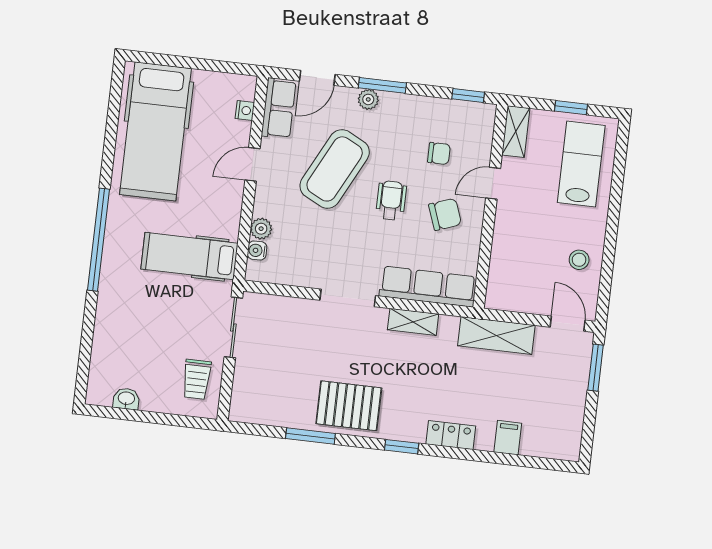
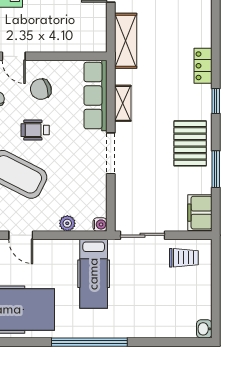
chair: (445, 214) -> (41, 89), turned -87
water cooler: (257, 250) -> (100, 224), moved, turned -90
washbasin: (126, 399) -> (204, 329), moved
filing cabinet: (508, 438) -> (200, 213), moved, width x2.00

